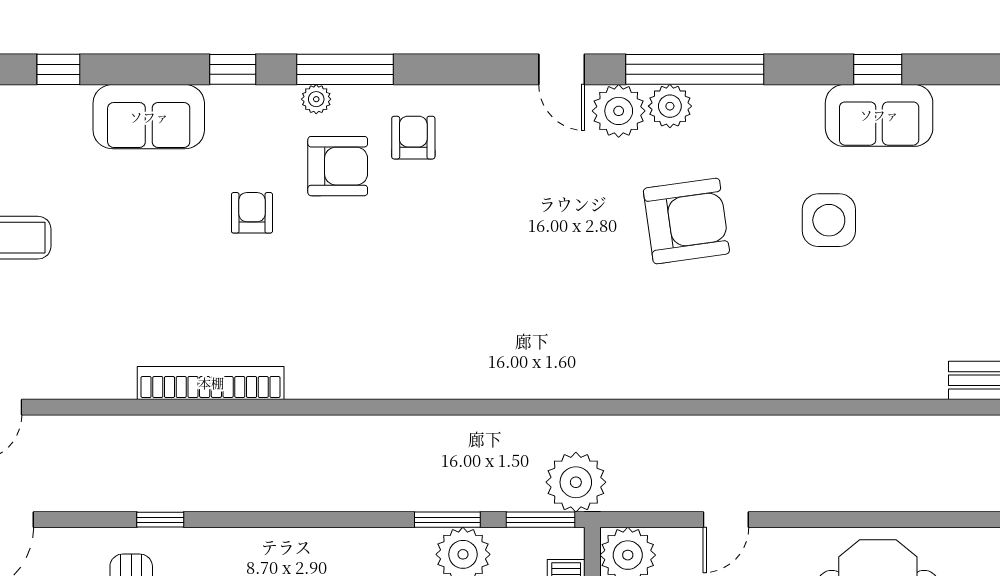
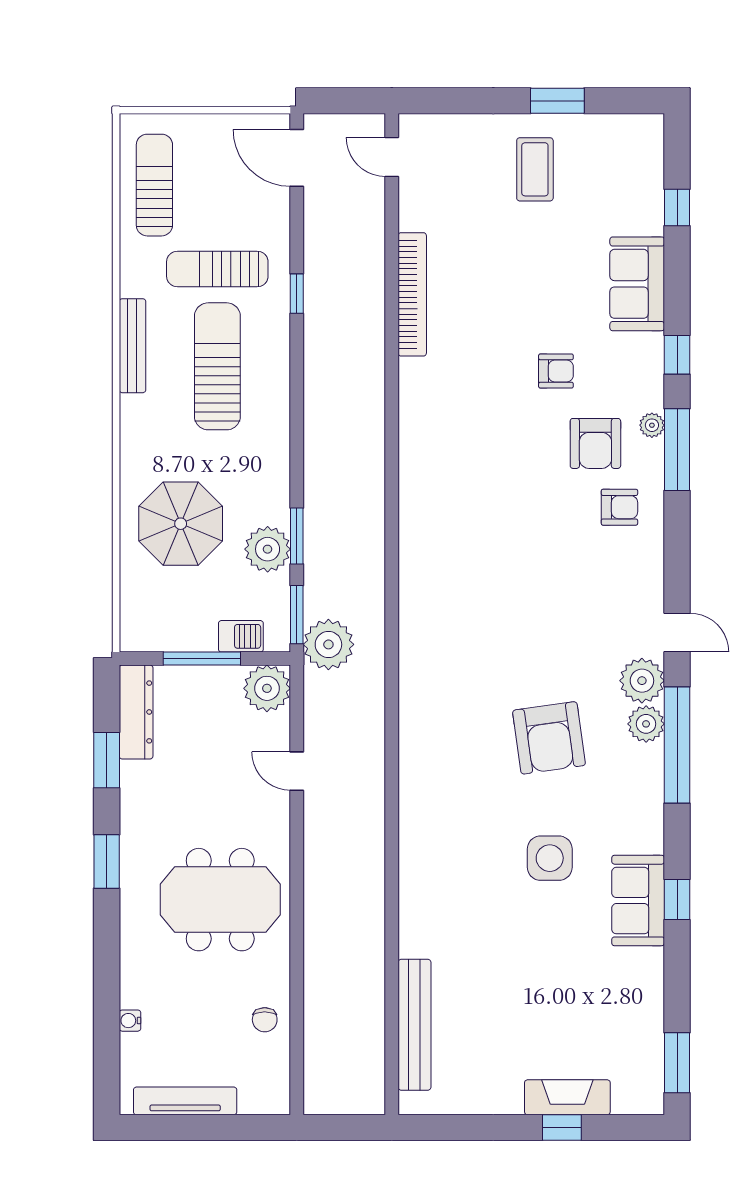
door: (562, 69) -> (677, 632), swing flipped
bookcase: (211, 383) -> (412, 294), moved

